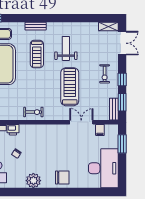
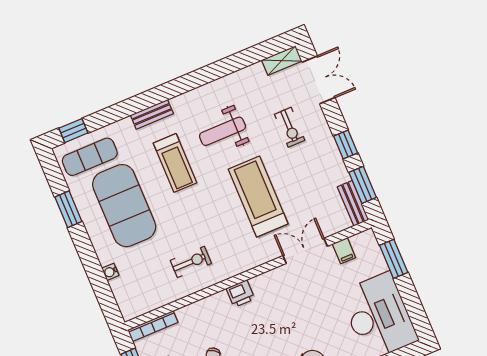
weight bench: (66, 48) -> (222, 131), turned -90
exercise bike: (105, 74) -> (290, 127), moved
exercise bike: (33, 112) -> (191, 262), moved
printer: (13, 130) -> (240, 294), moved

